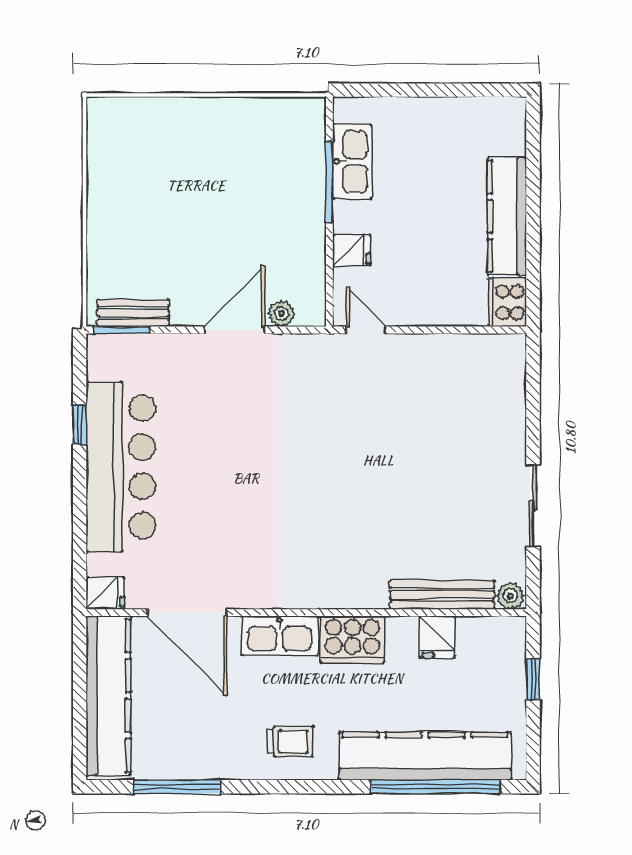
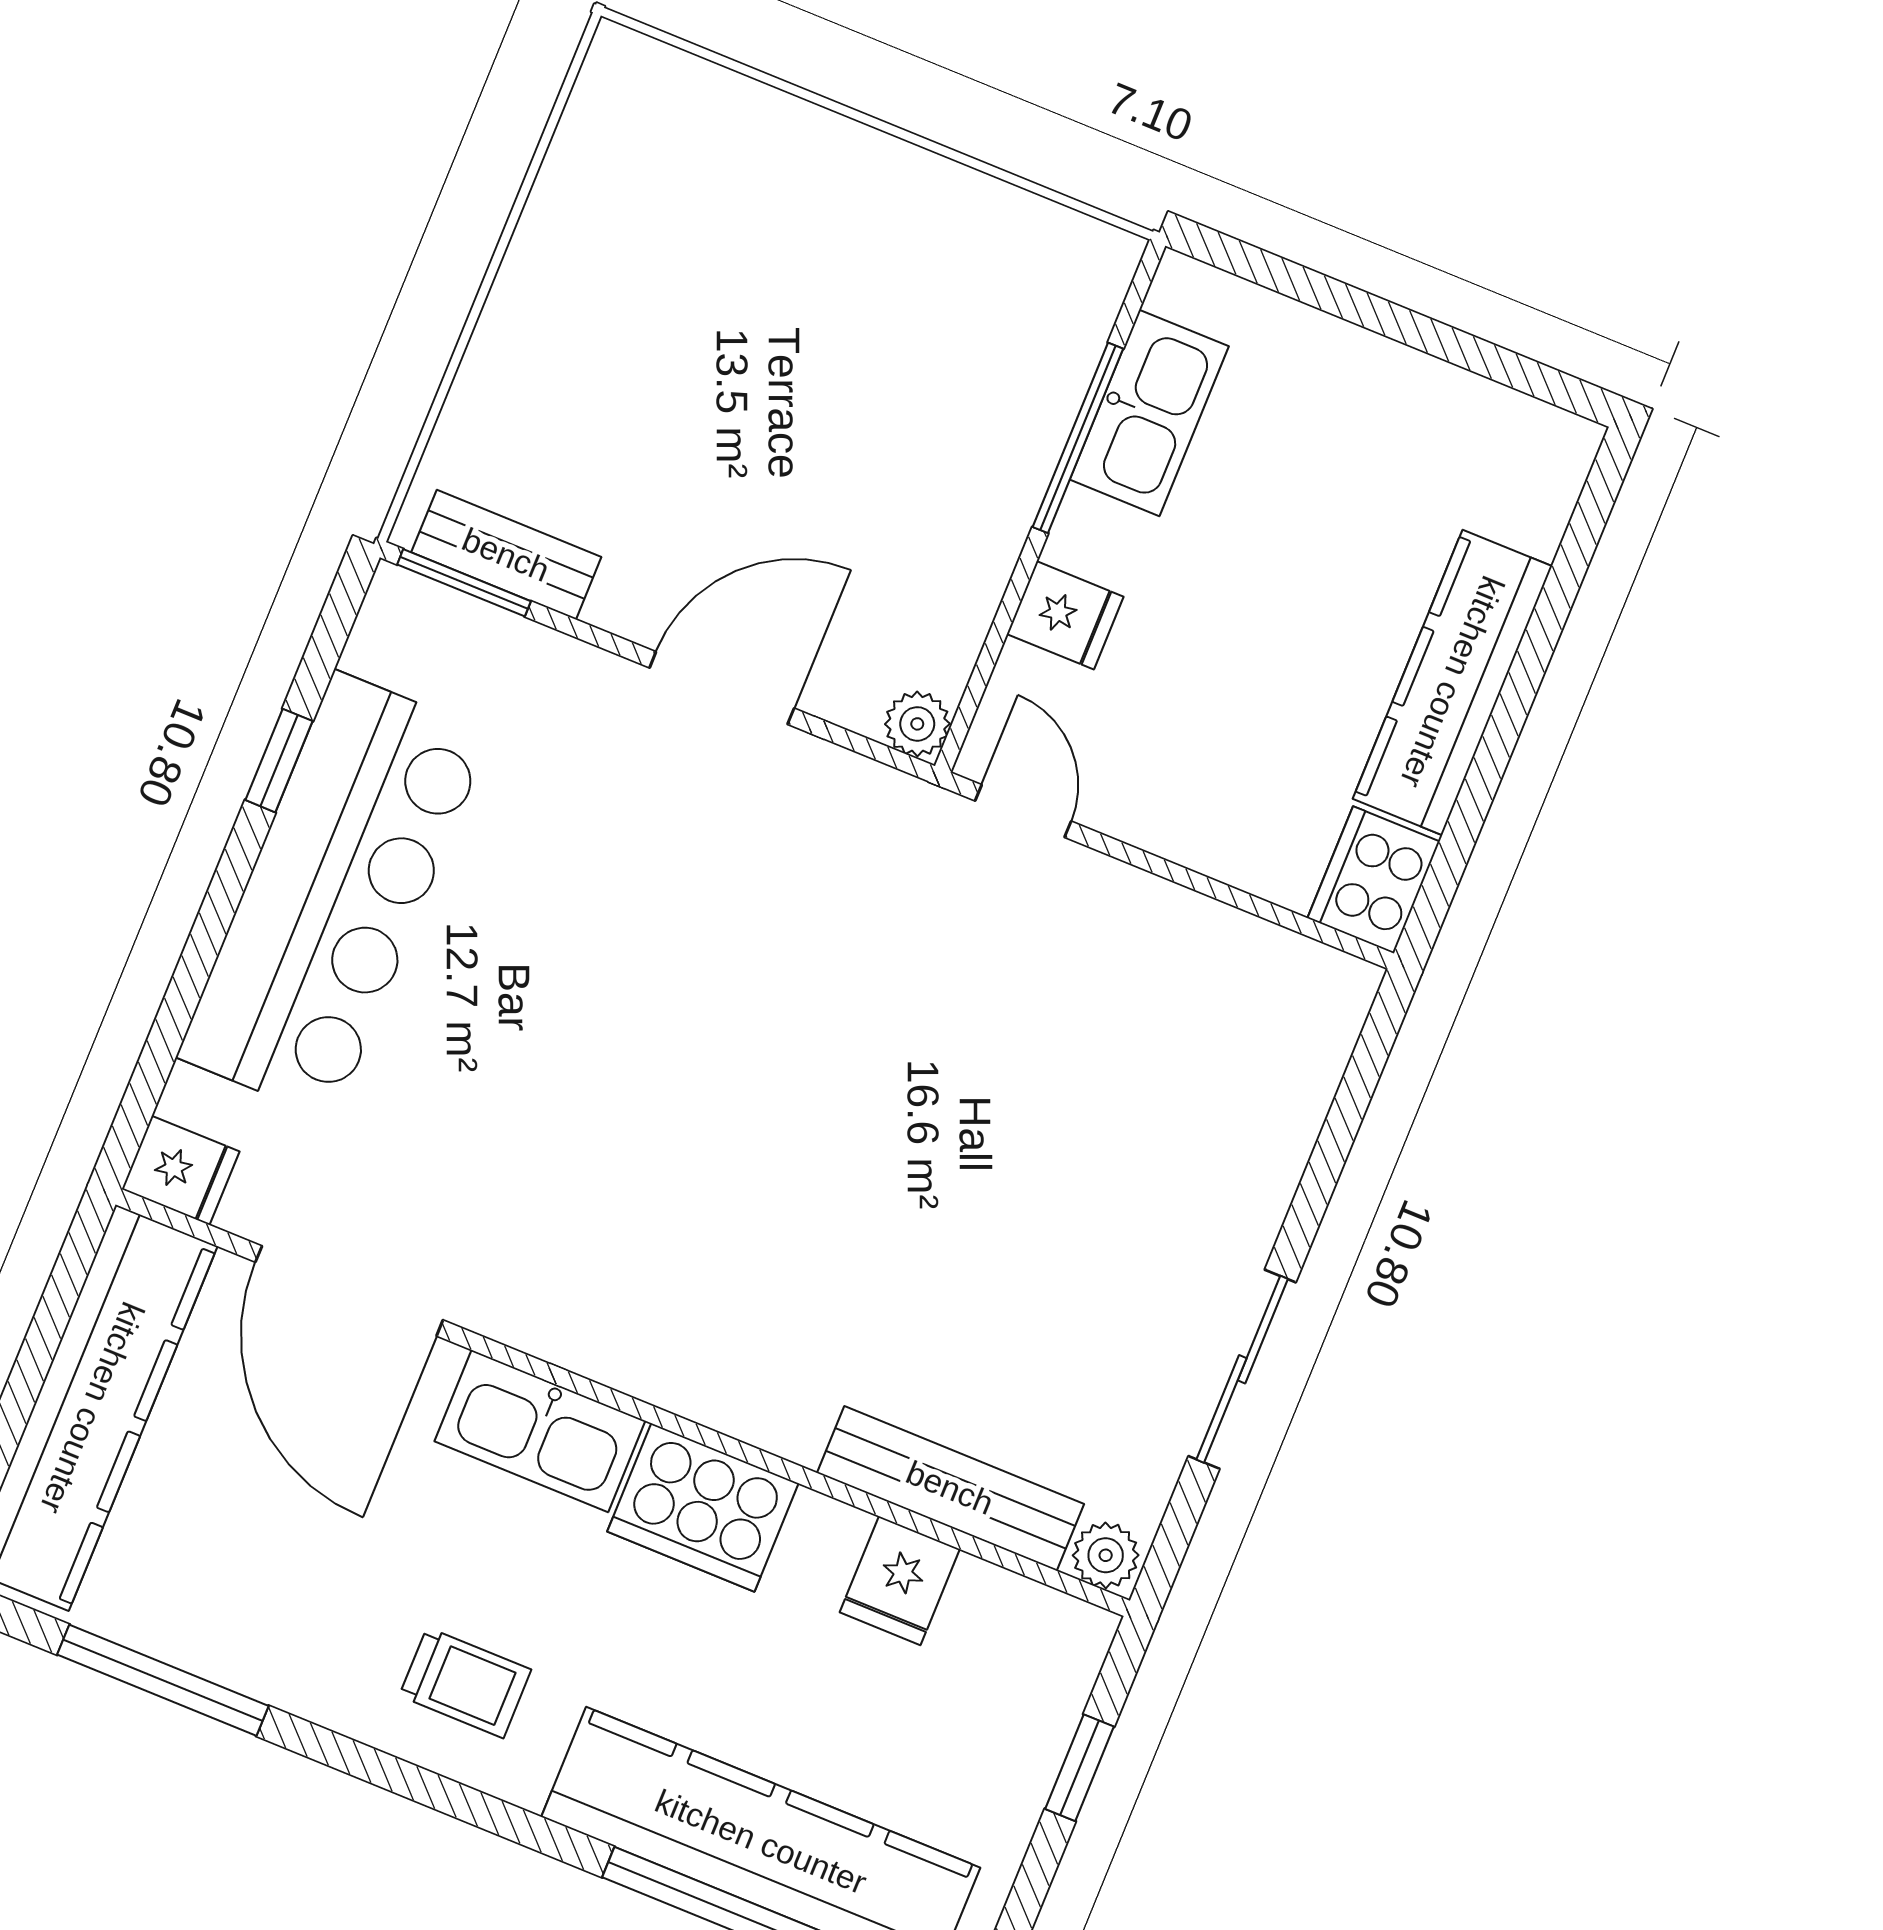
plant: (281, 314) -> (917, 724), moved

